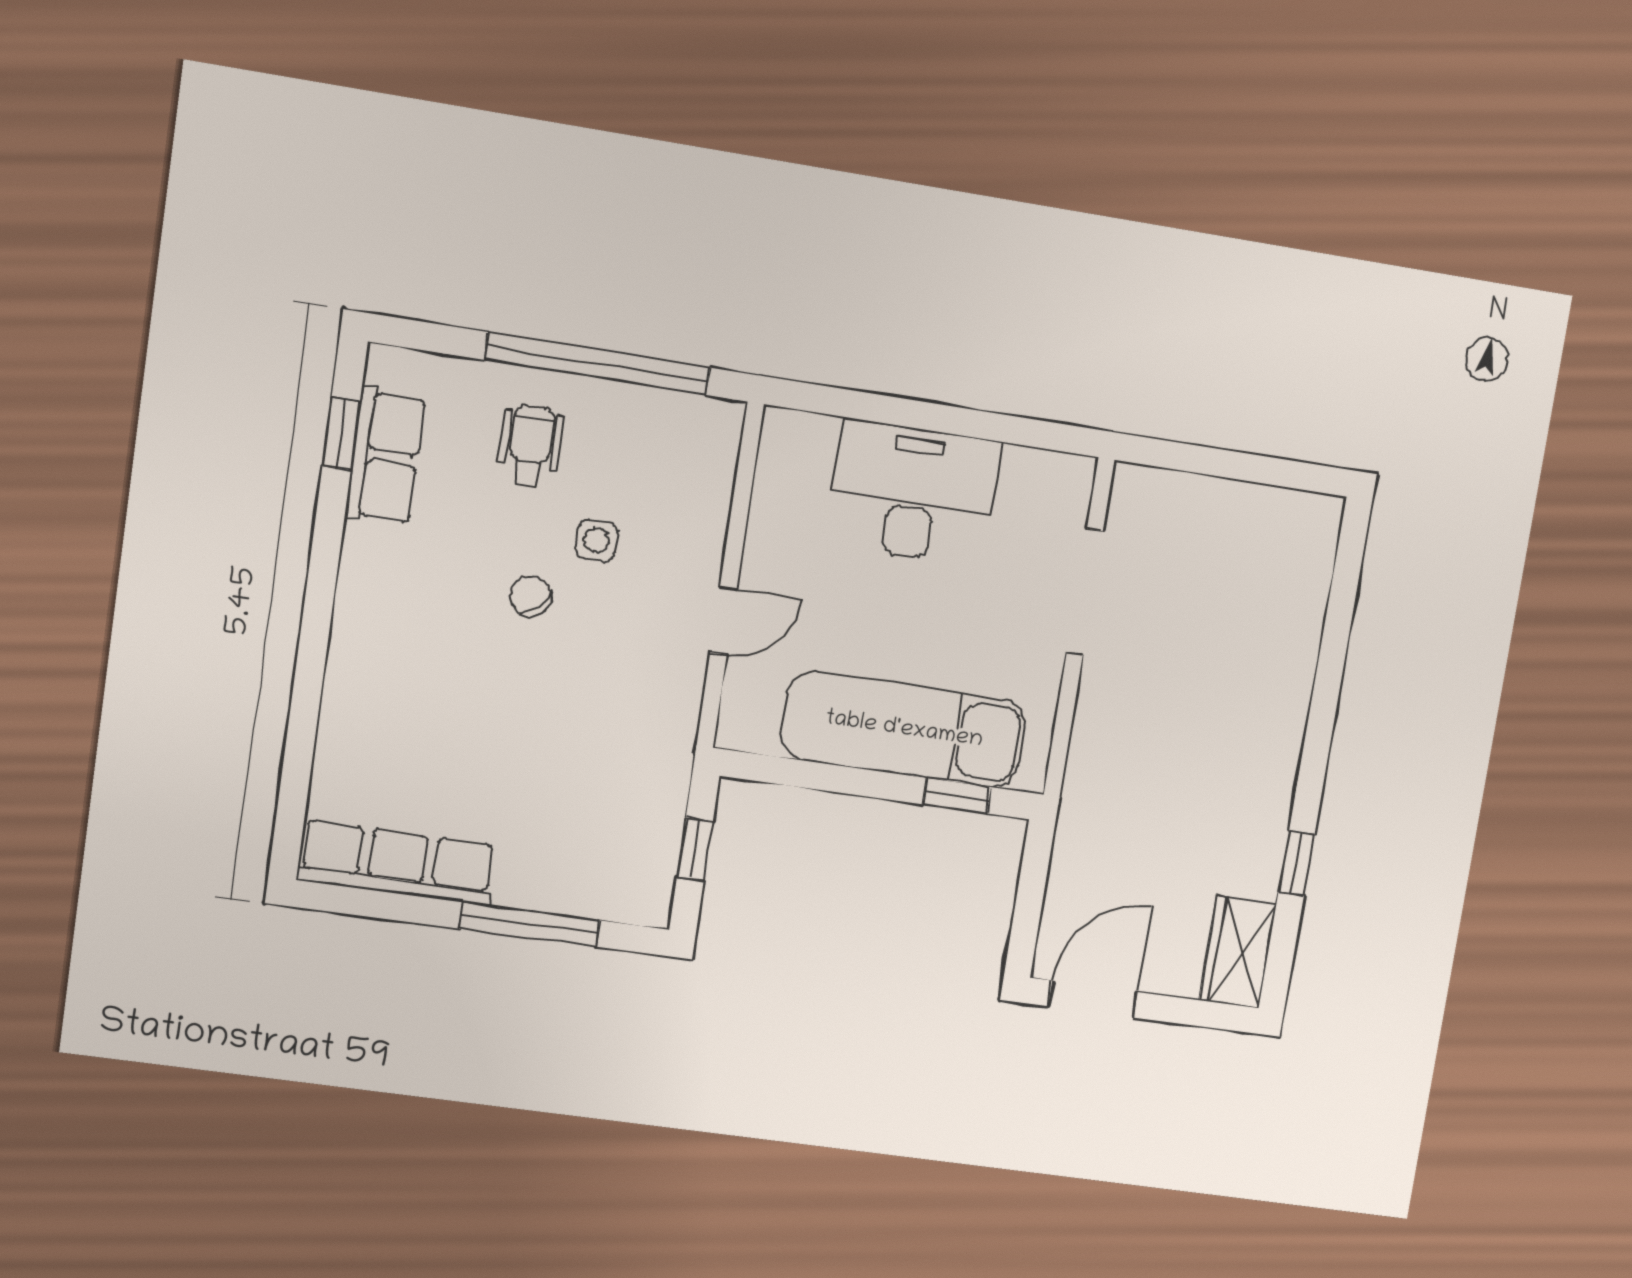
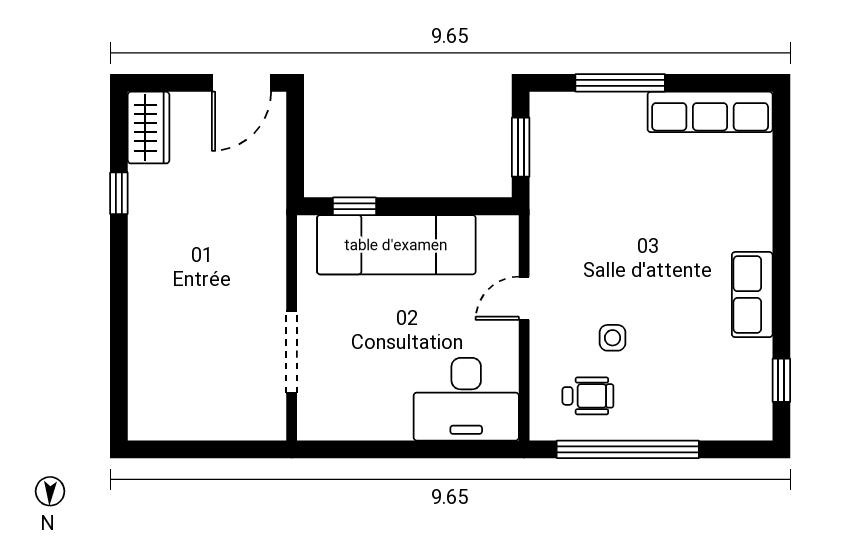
wheelchair: (531, 446) -> (588, 396), moved, turned -90
row of seats: (385, 456) -> (752, 295), moved
desk: (913, 492) -> (466, 399), moved
chair: (531, 596) -> (649, 296), removed
window: (695, 849) -> (521, 147), width x1.50

